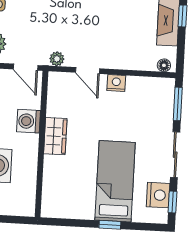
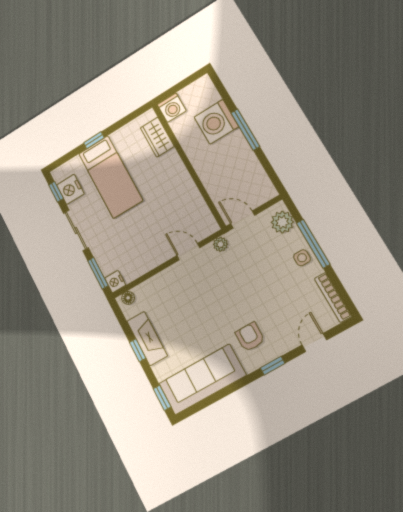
nightstand: (116, 83) -> (115, 282), moved, turned 90
washing machine: (28, 121) -> (172, 108), moved, turned 90
wardrobe: (55, 136) -> (157, 137), moved

